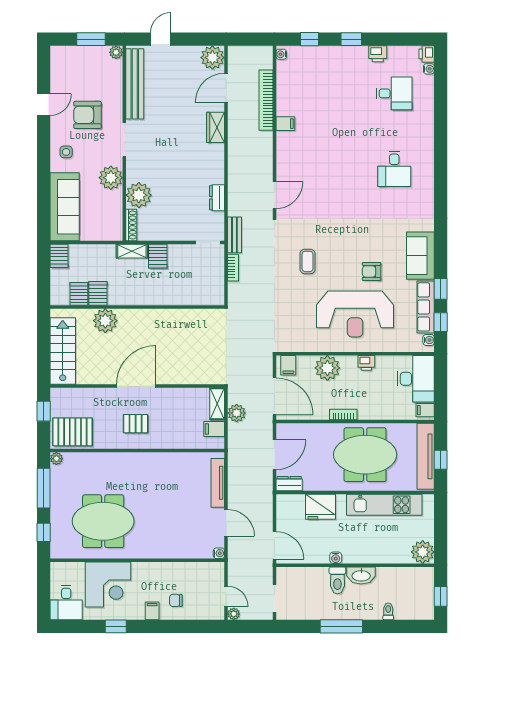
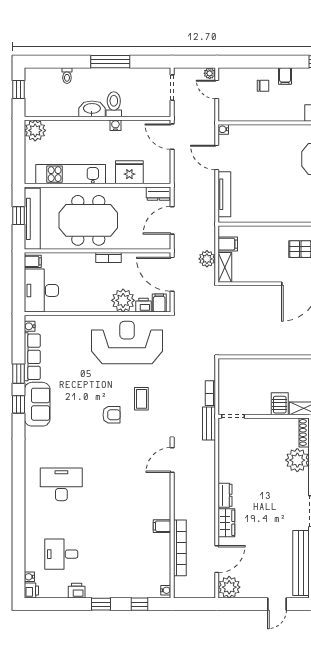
desk: (394, 169) -> (61, 484), width x1.37
dresser: (217, 198) -> (225, 495), moved
armchair: (372, 271) -> (112, 415), moved
reception desk: (355, 314) -> (127, 343), moved
window: (441, 322) -> (19, 404), moved
printer: (366, 363) -> (144, 305), moved

